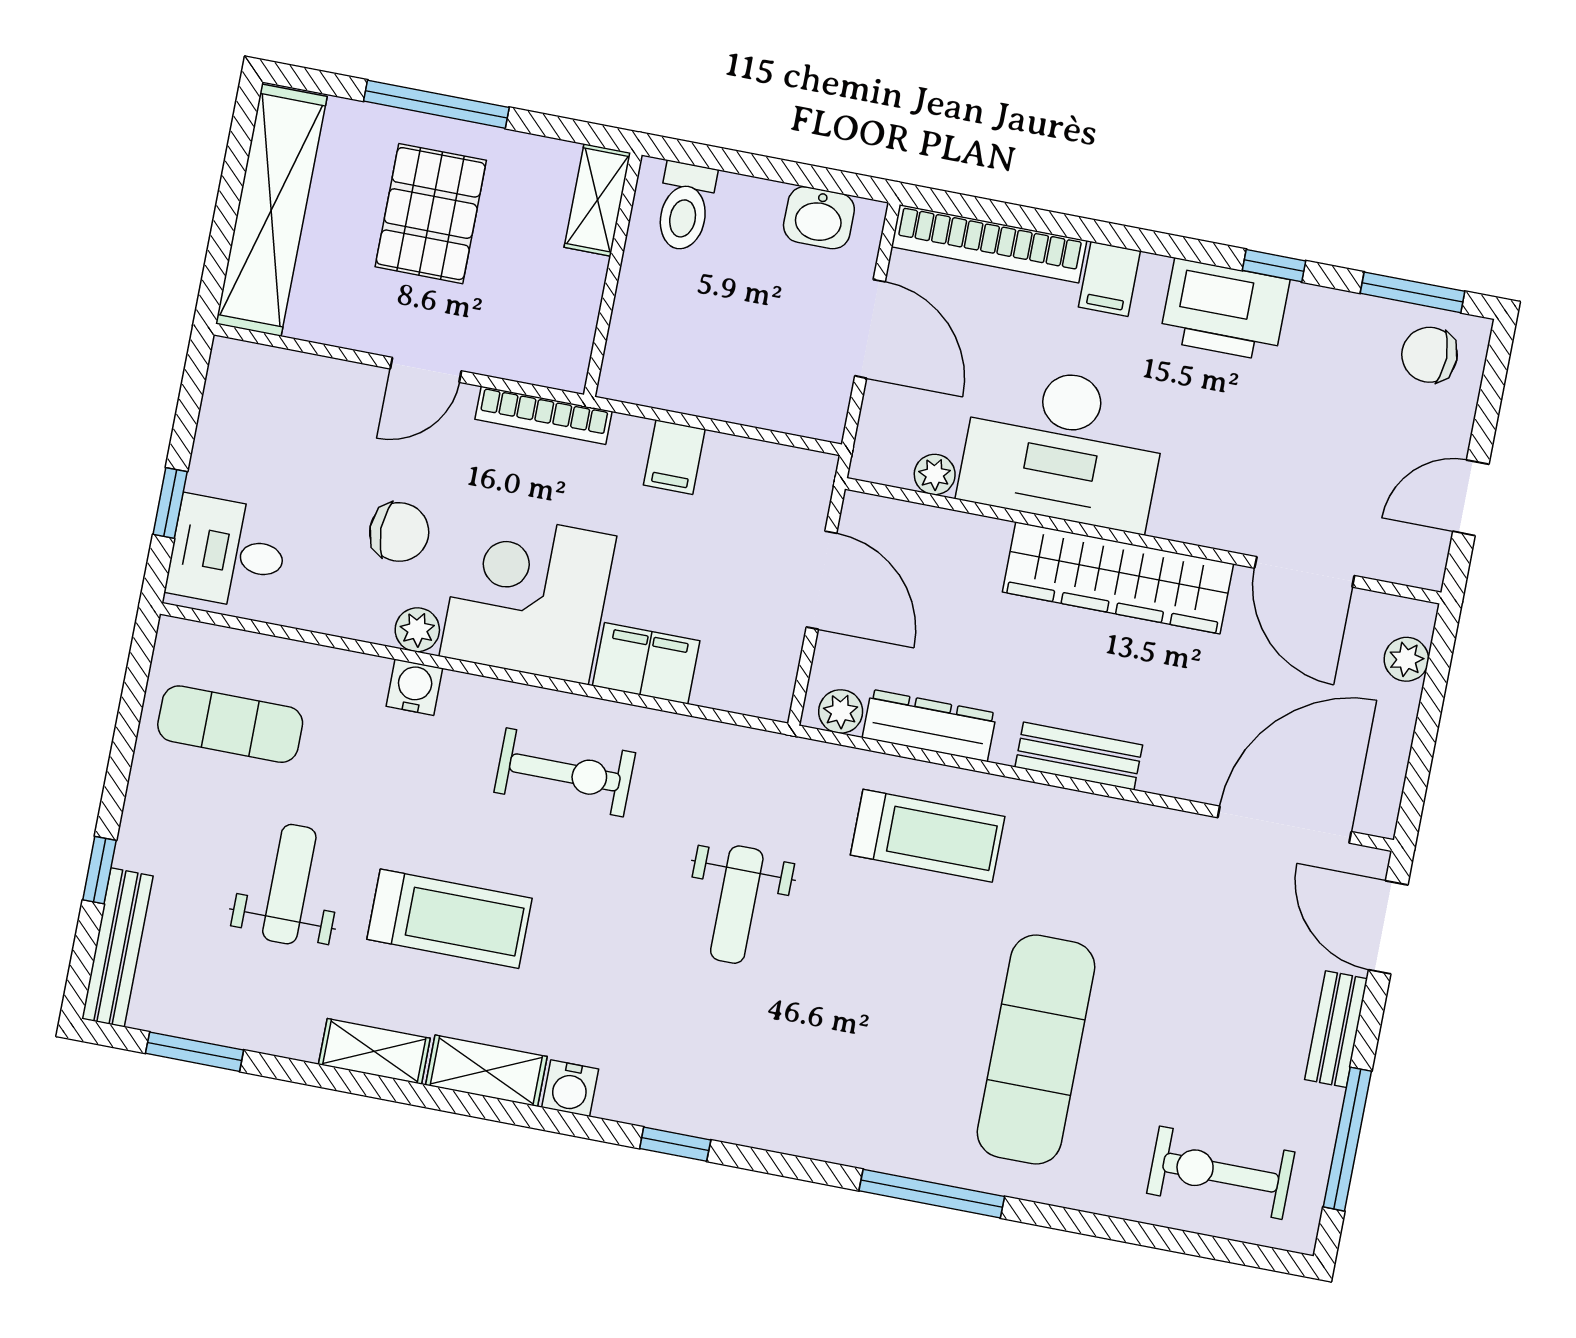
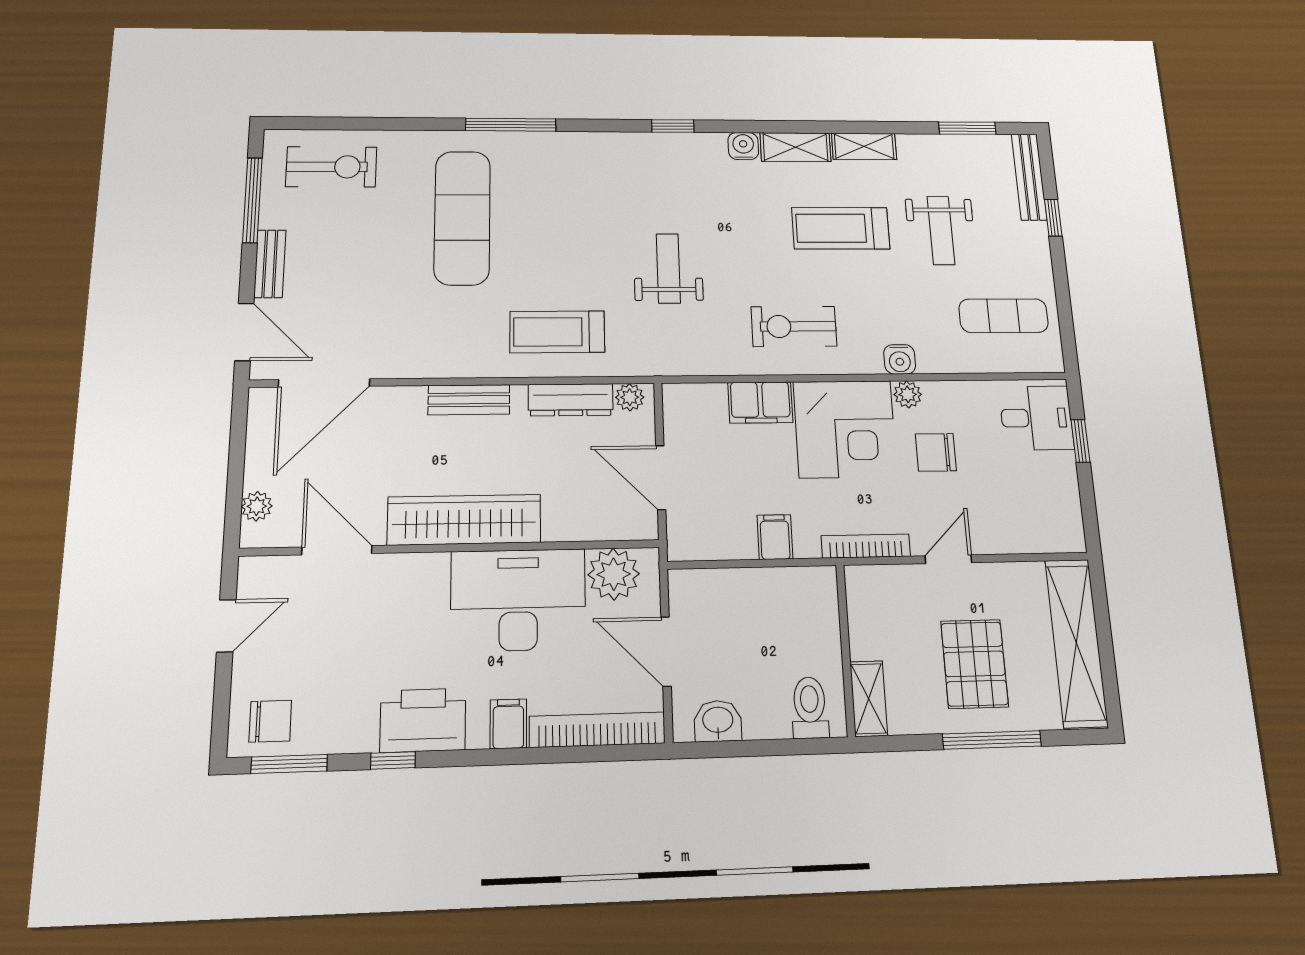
plant: (935, 474) -> (614, 574), width x1.87, depth x1.87

